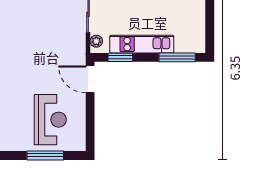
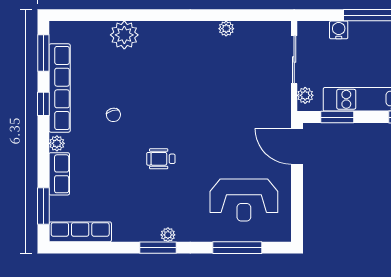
reception desk: (50, 120) -> (244, 200), turned 90

